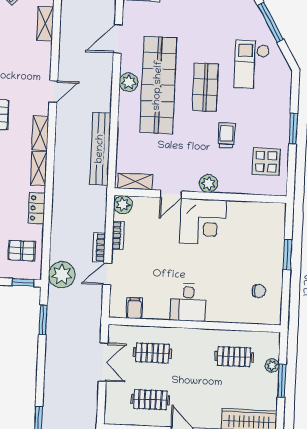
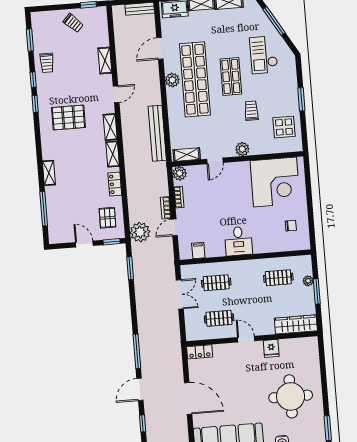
shelving: (45, 24) -> (105, 61), moved
corner desk: (203, 222) -> (275, 182), moved, width x1.36, depth x1.36
pallet: (22, 251) -> (107, 218), turned 90
window: (287, 255) -> (309, 195), removed

